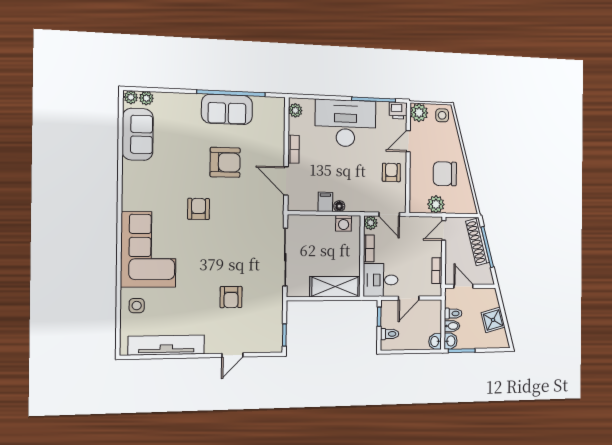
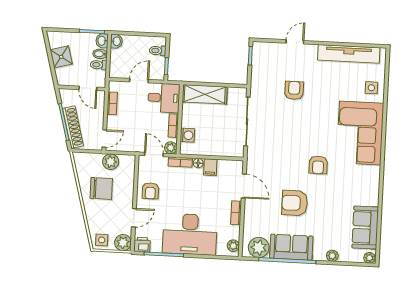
plant: (146, 98) -> (332, 256), moved
plant: (266, 109) -> (259, 247), added
bookcase: (359, 207) -> (180, 162), added
washing machine: (344, 223) -> (187, 135), moved, turned 90

